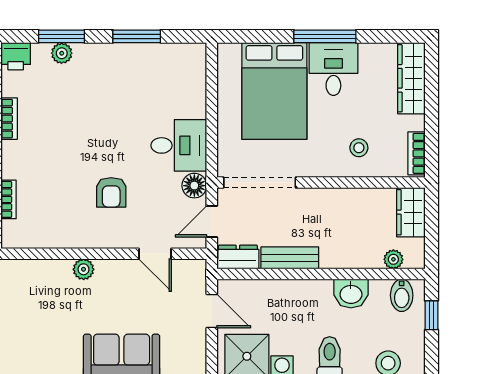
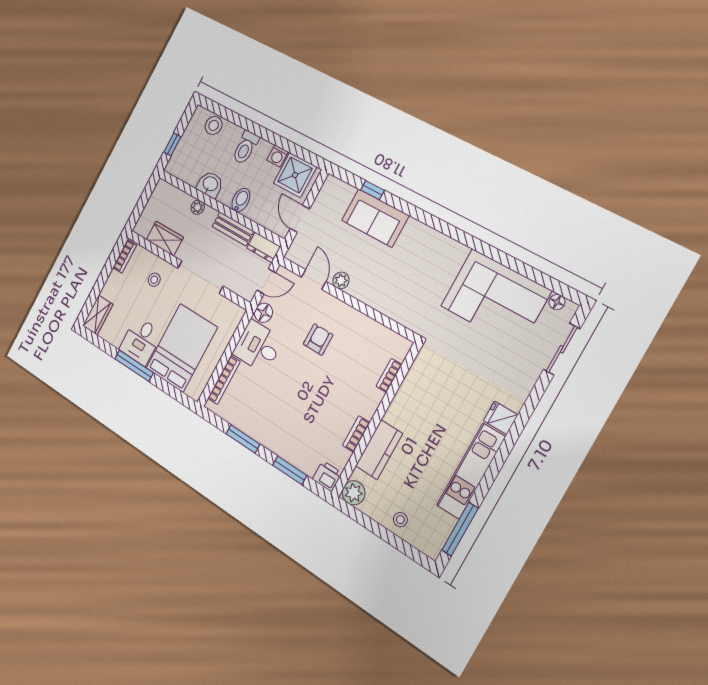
plant: (62, 53) -> (296, 458), removed
wardrobe: (411, 78) -> (98, 315), width x0.67
bookcase: (199, 86) -> (224, 380), added
doorway: (260, 183) -> (200, 277), moved
wardrobe: (411, 212) -> (165, 238), moved, turned -90
plant: (393, 259) -> (198, 207), moved
plant: (84, 269) -> (341, 280), moved
bidet: (402, 295) -> (241, 200), moved

